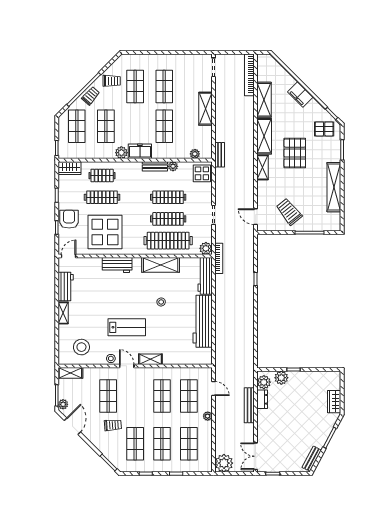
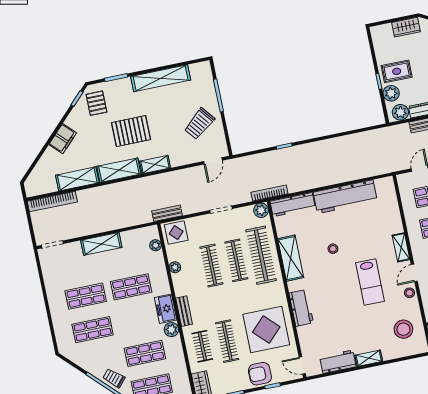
trolley: (112, 81) -> (92, 358), removed
bench: (220, 155) -> (167, 213), moved
bench: (155, 166) -> (184, 311), moved
lab bench: (127, 327) -> (370, 282), turned 180
rug: (299, 386) -> (397, 71), added

